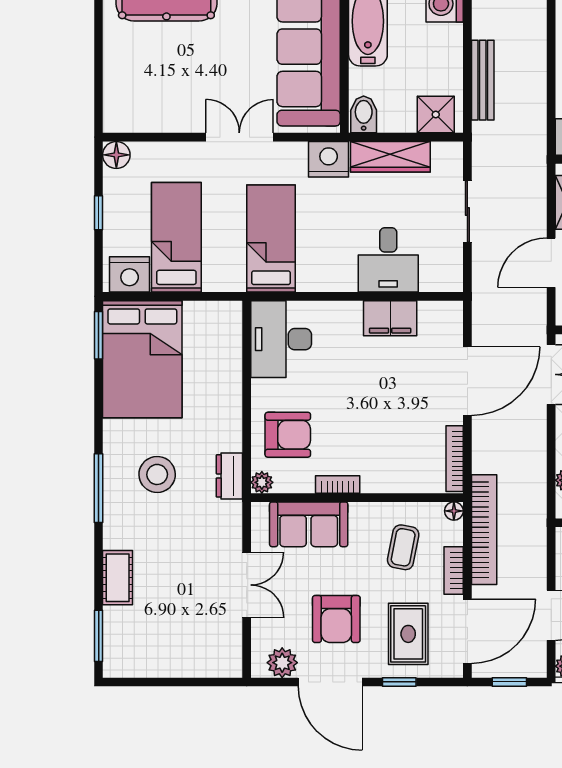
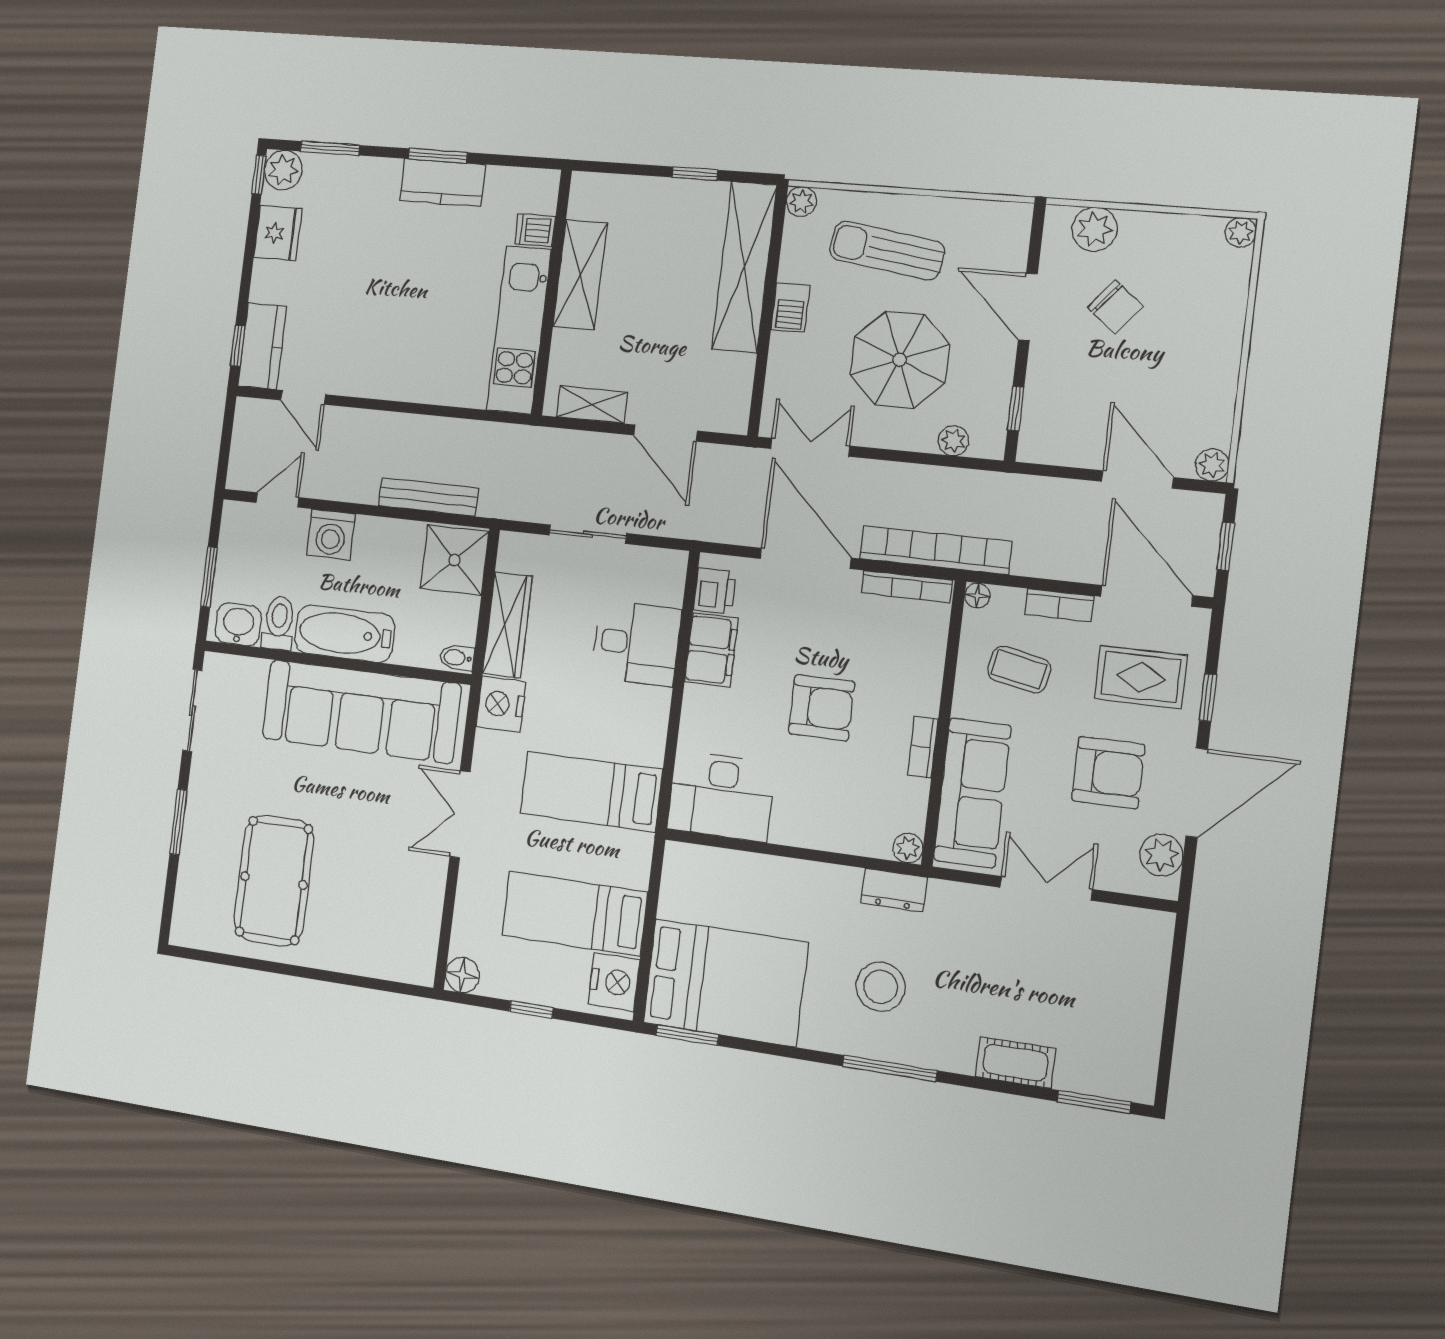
bidet: (364, 114) -> (457, 658), width x0.72, depth x0.74
shower: (436, 114) -> (455, 560), width x1.36, depth x1.36
printer: (435, 315) -> (715, 591), added
armchair: (288, 435) -> (822, 708), moved, turned 90
sofa: (309, 524) -> (972, 793), width x1.36
bookcase: (484, 530) -> (935, 550), moved

